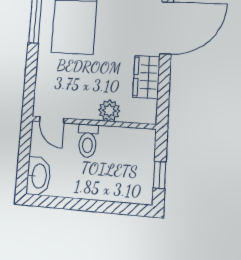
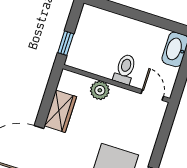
window: (160, 175) -> (66, 43), moved

